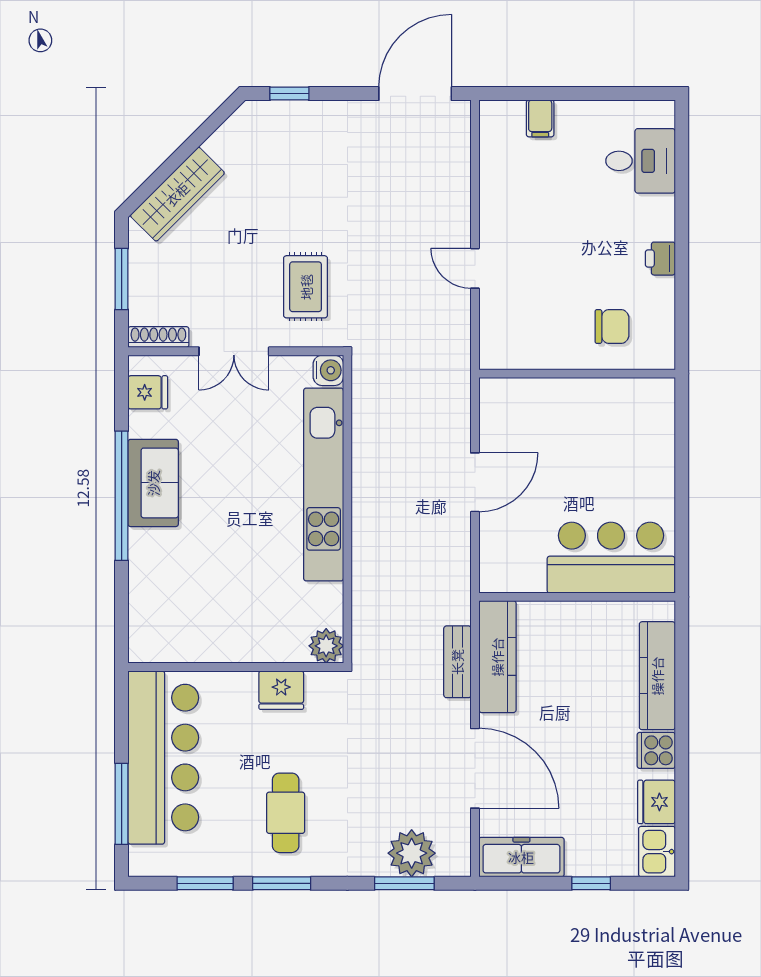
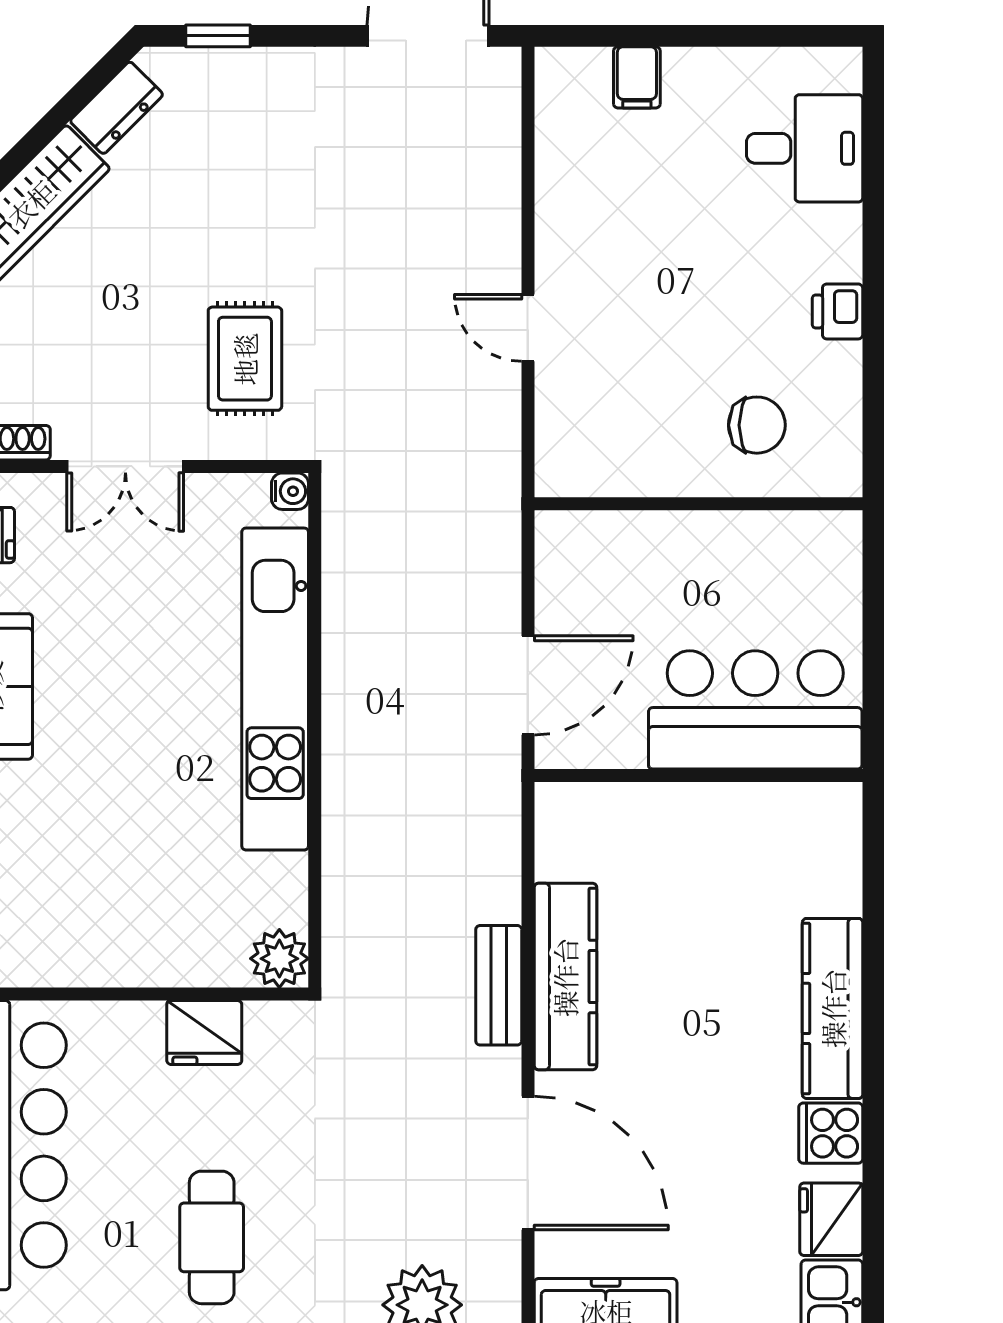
dresser: (229, 137) -> (117, 108), added
water cooler: (328, 370) -> (290, 491), width x0.72, depth x0.72
bar counter: (611, 558) -> (755, 710), moved
wall: (577, 597) -> (698, 775), moved

